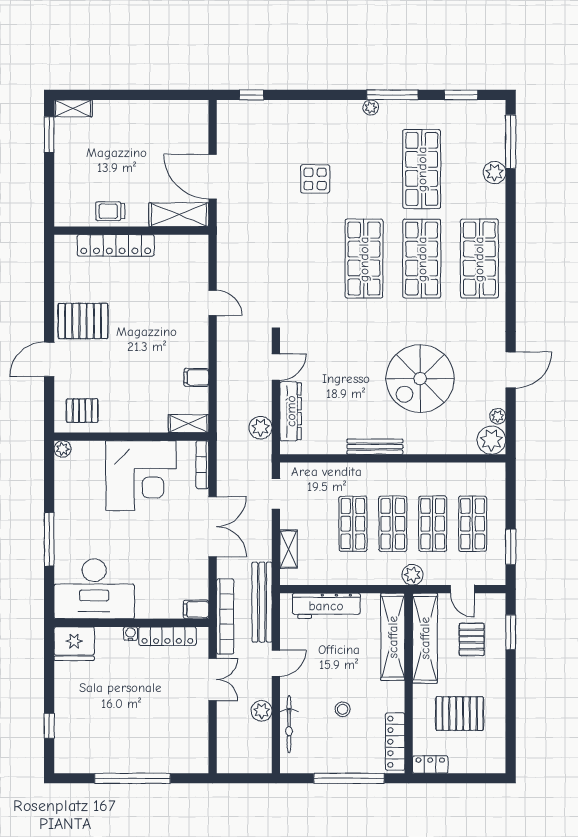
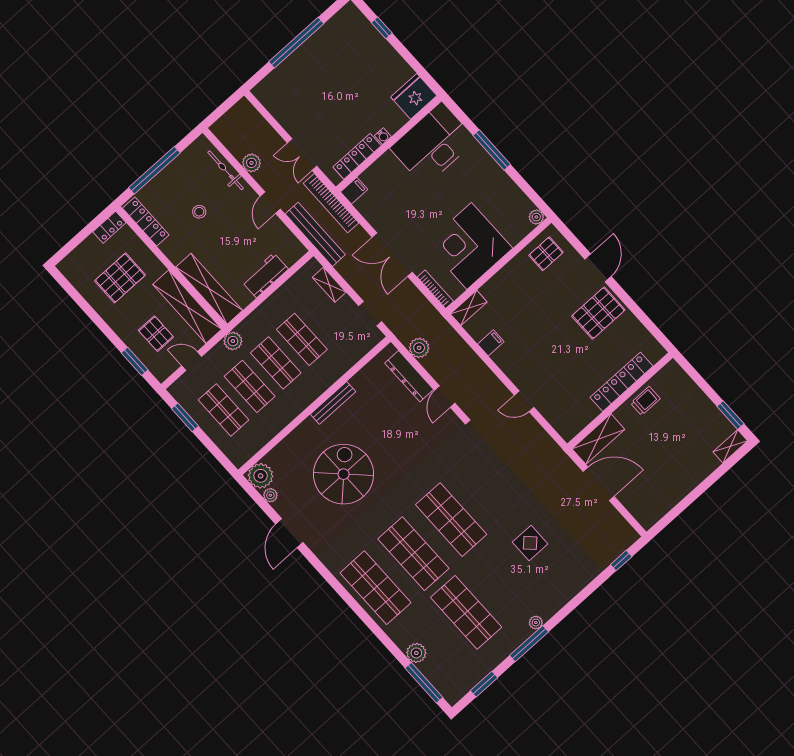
workbench: (326, 606) -> (265, 275), width x0.73

